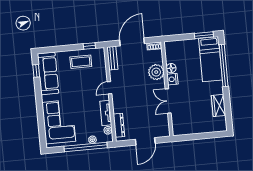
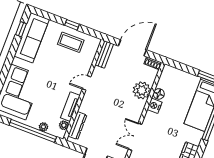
window: (89, 46) -> (72, 25), moved
double door: (168, 101) -> (135, 137), moved

